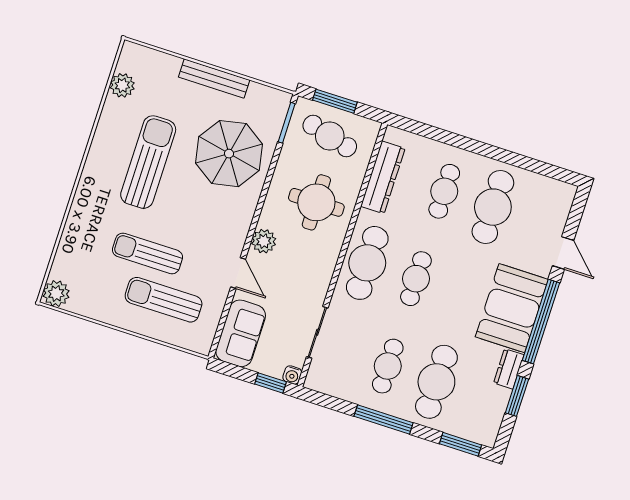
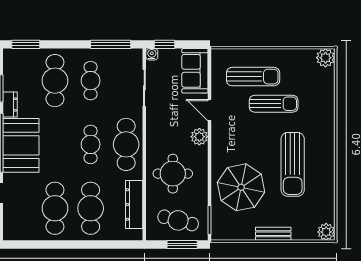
bench: (214, 78) -> (273, 234), width x0.73
plant: (122, 85) -> (326, 232), moved
cafe table: (444, 191) -> (91, 208), width x1.37, depth x1.35
window: (384, 419) -> (111, 44), moved

